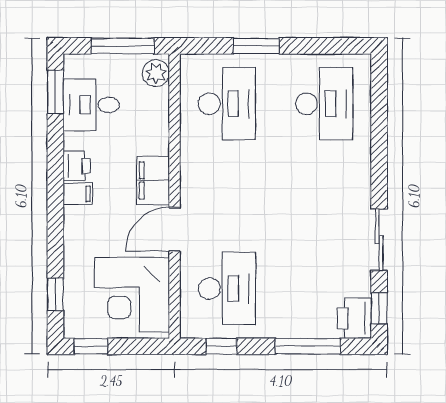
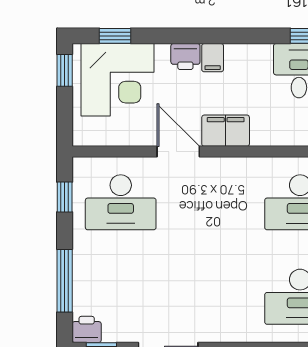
printer: (77, 166) -> (185, 57), moved
corner desk: (132, 295) -> (117, 80), moved, turned 180
printer: (355, 318) -> (87, 329), width x0.73, depth x0.81

